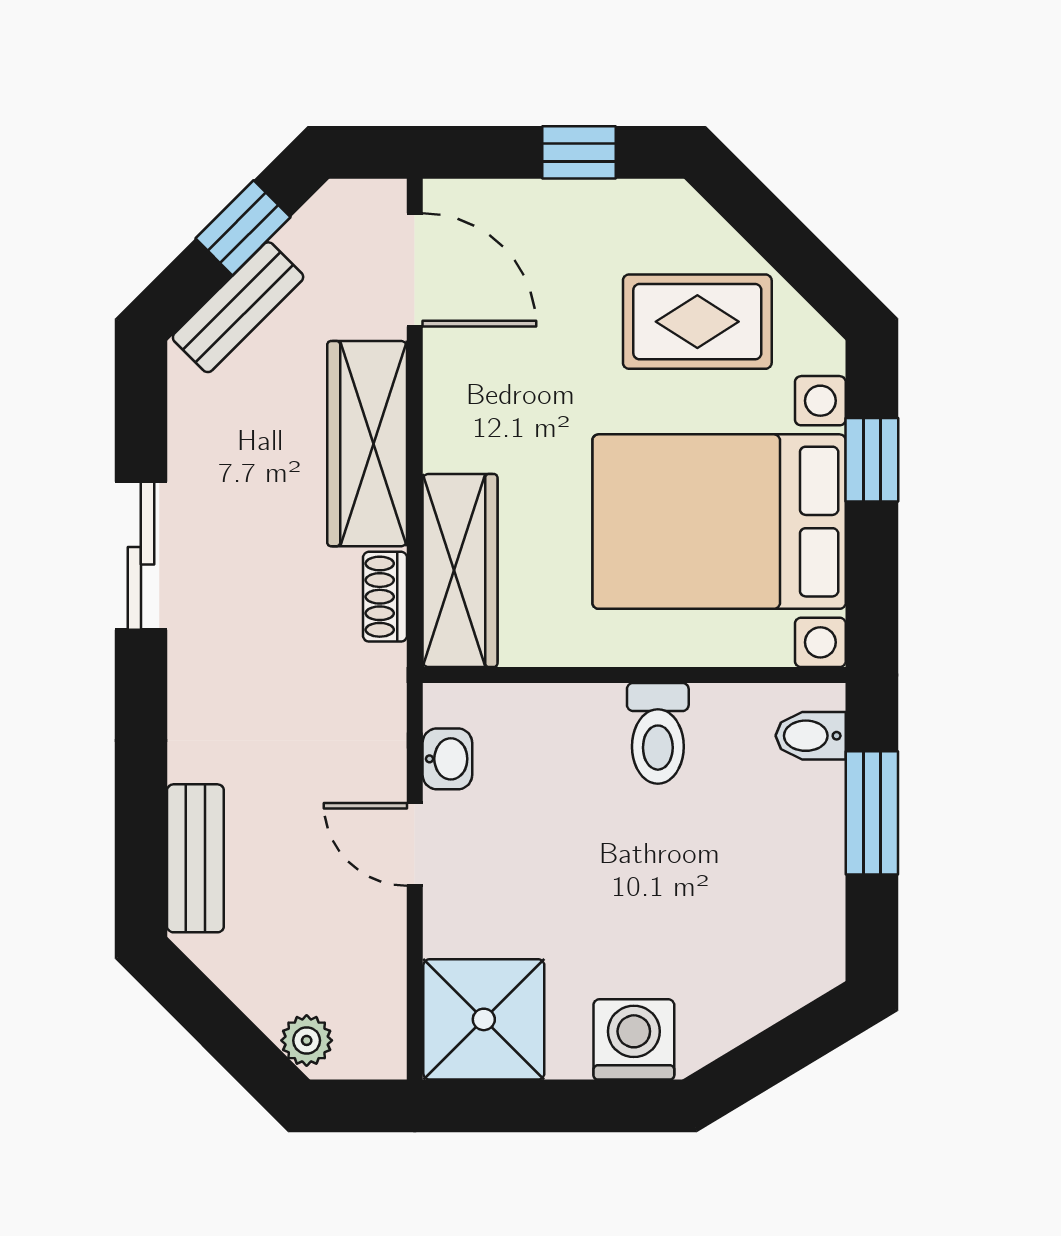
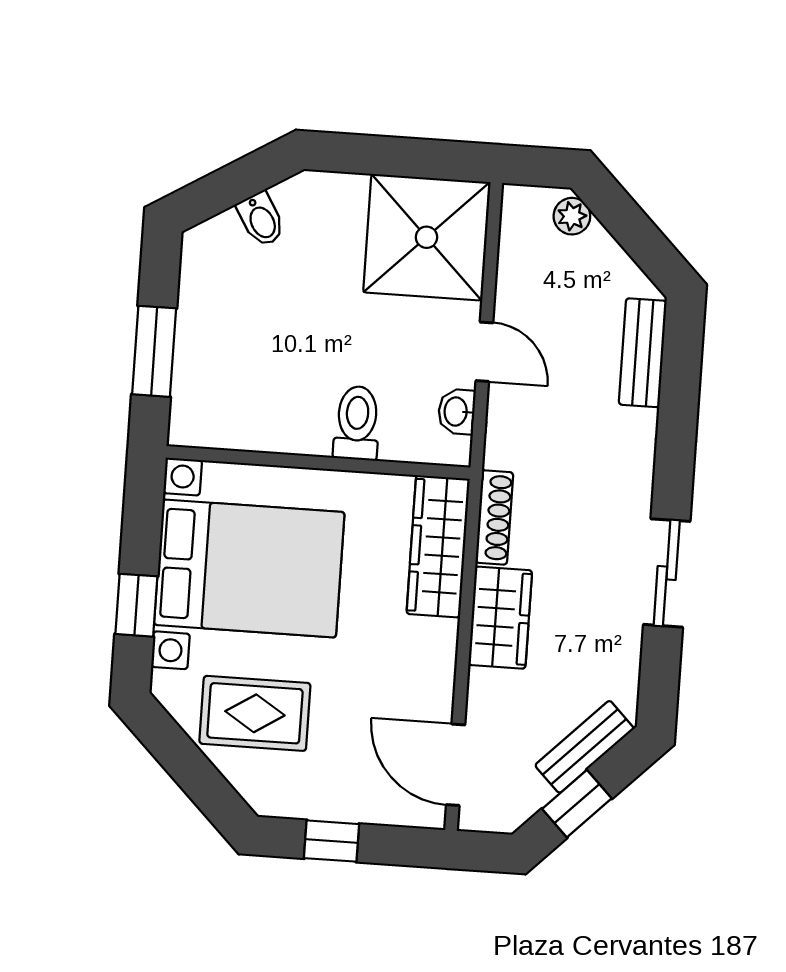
wardrobe: (367, 444) -> (500, 618), width x0.67
shoe rack: (385, 597) -> (494, 517), width x1.43
toilet: (658, 733) -> (357, 423), moved
bidet: (811, 736) -> (261, 219), moved, turned 59
shower: (484, 1019) -> (427, 237), width x1.37, depth x1.37
washing machine: (634, 1039) -> (337, 200), removed

